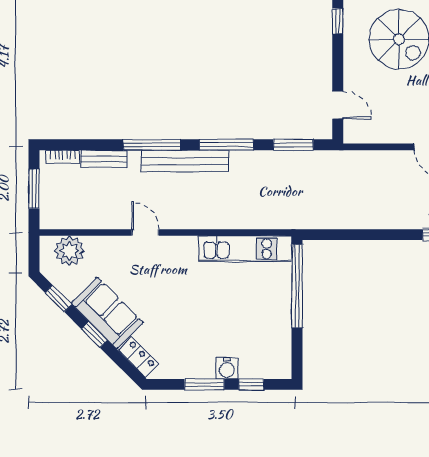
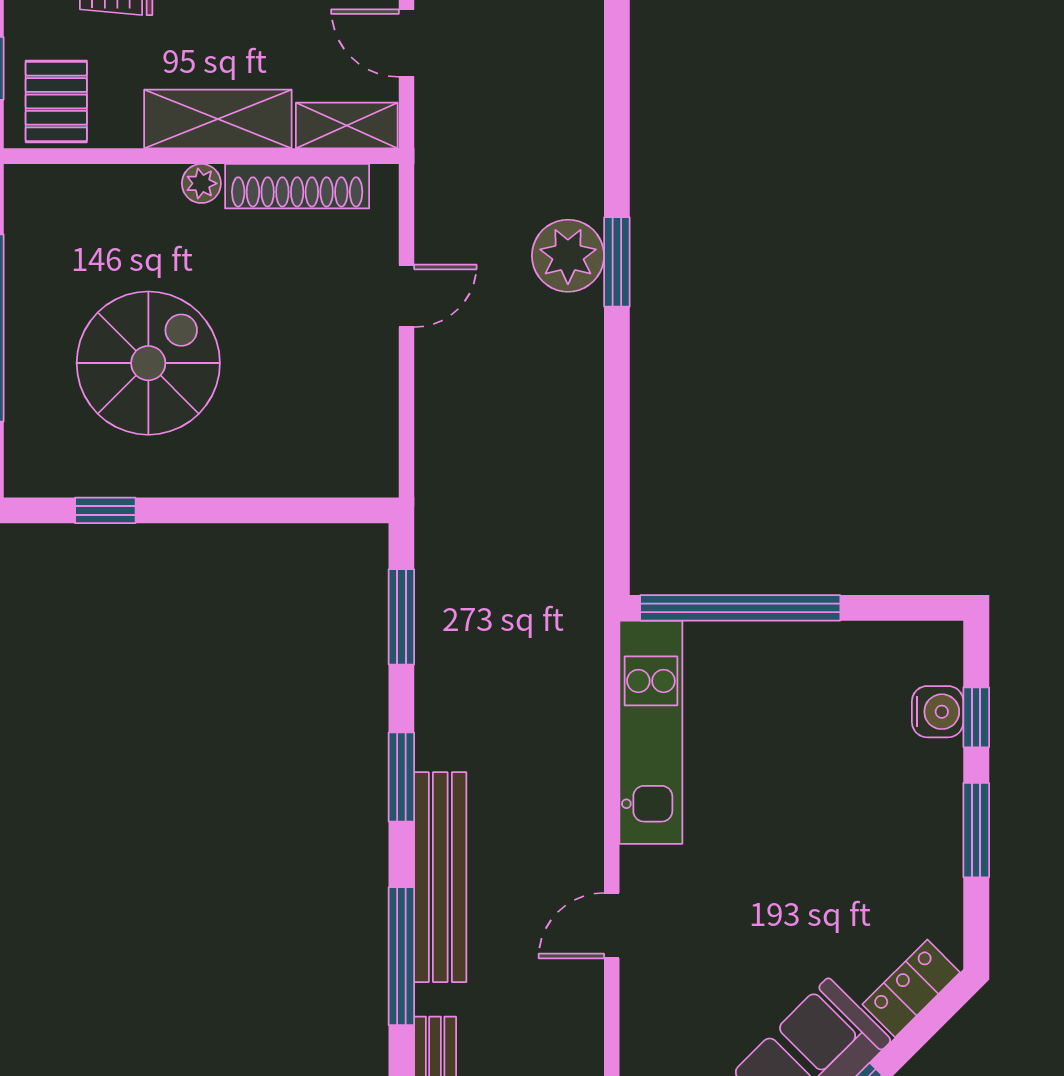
door: (338, 105) -> (306, 510), removed
window: (227, 145) -> (401, 777), width x0.69
door: (145, 232) -> (612, 926), moved
water cooler: (227, 368) -> (938, 712), moved

